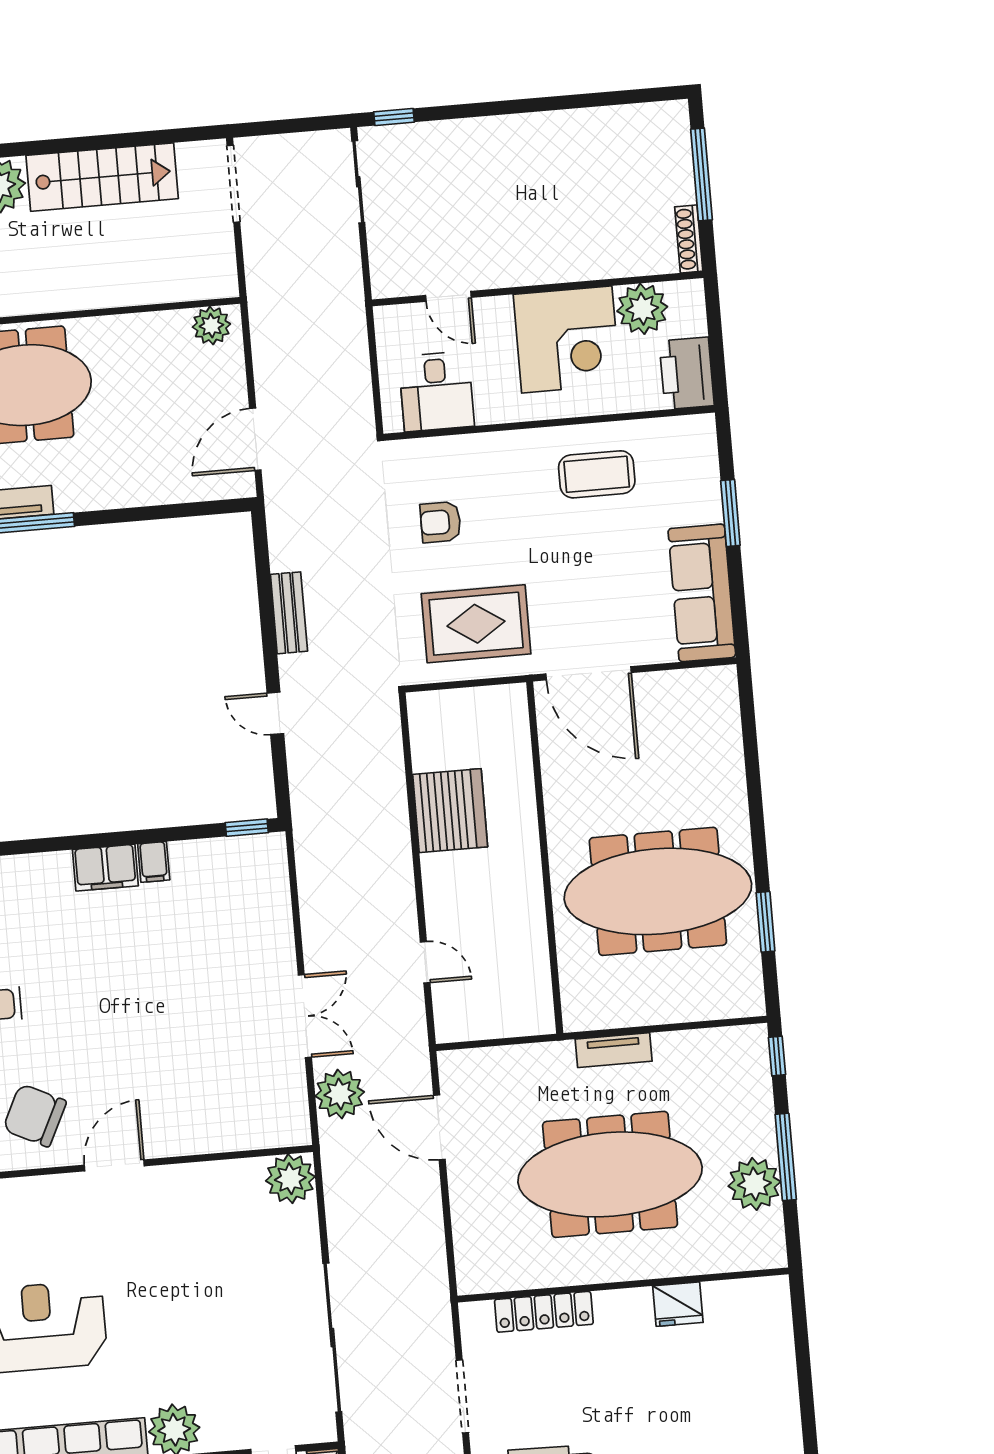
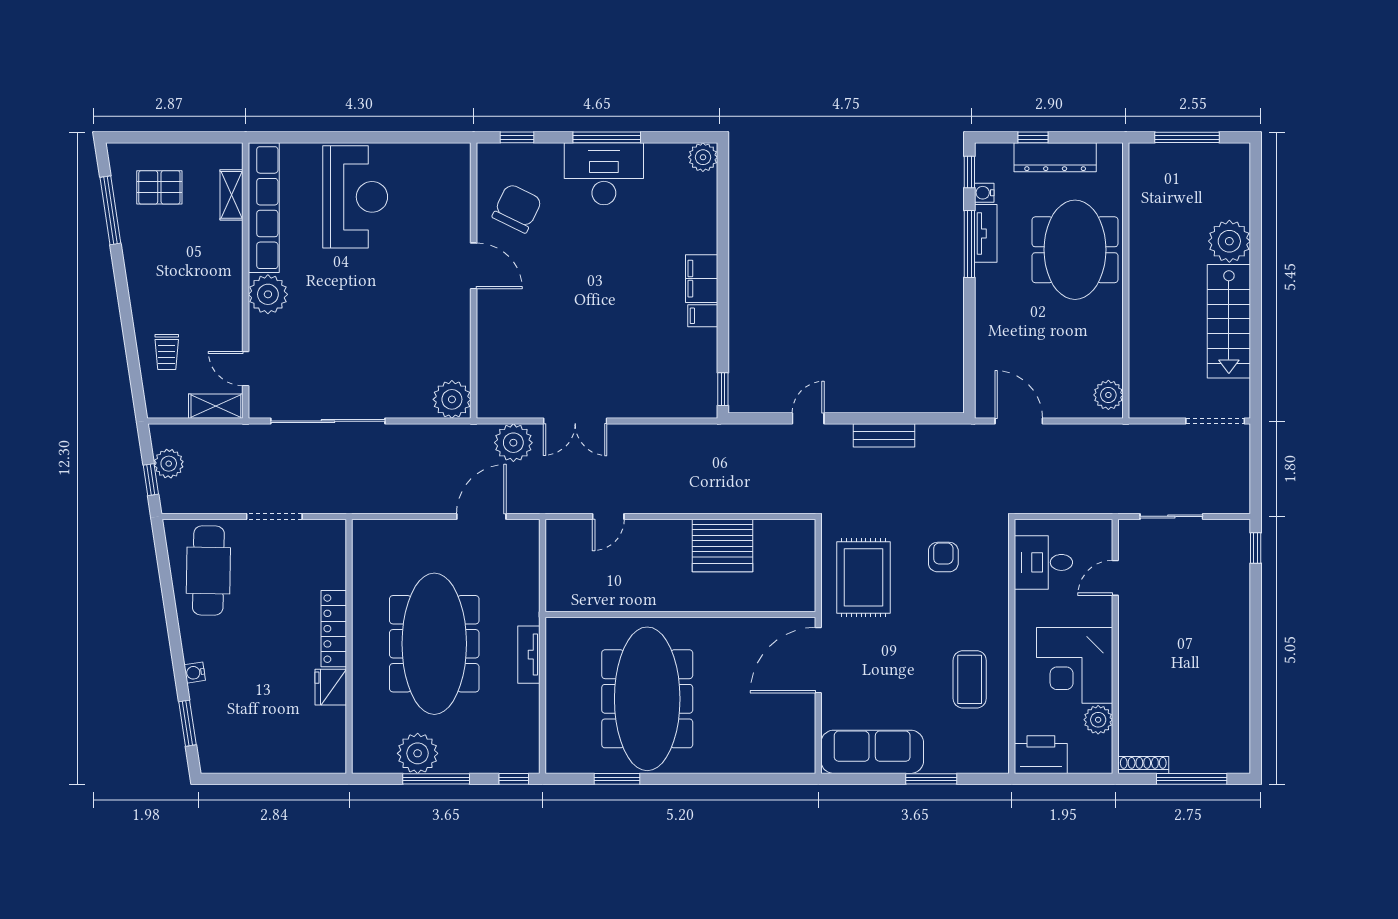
sliding door: (358, 182) -> (1171, 516), moved
plant: (642, 309) -> (1098, 720), width x0.73, depth x0.73
locker: (544, 1312) -> (334, 629), moved

